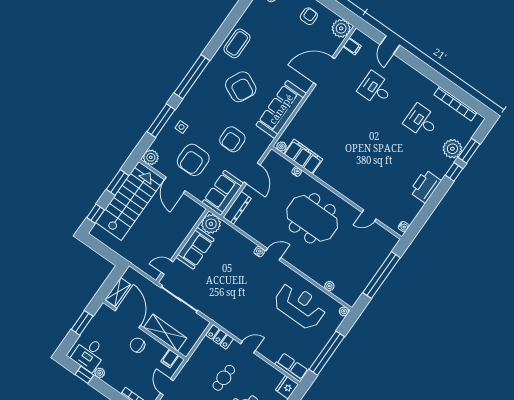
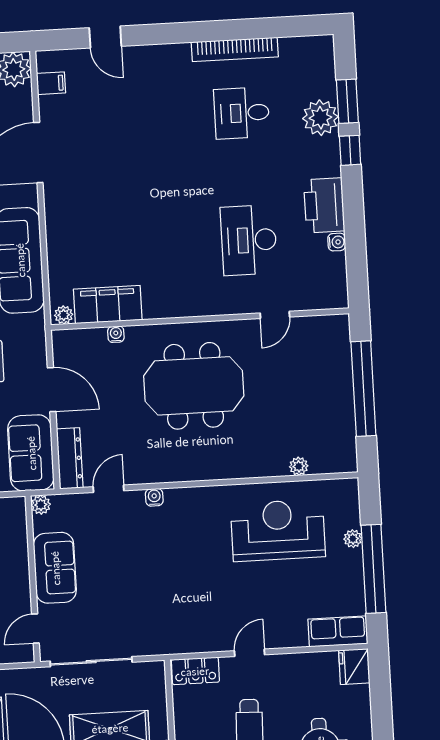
desk: (375, 89) -> (249, 240), moved, width x1.37
bookcase: (455, 104) -> (235, 49), moved
plant: (211, 224) -> (41, 505), width x0.53, depth x0.53
water cooler: (404, 227) -> (337, 242), moved
door: (273, 254) -> (109, 489), moved
plant: (344, 311) -> (353, 539), moved

